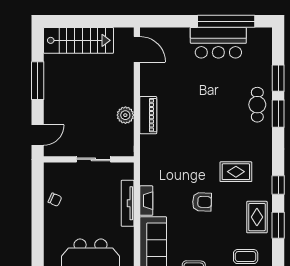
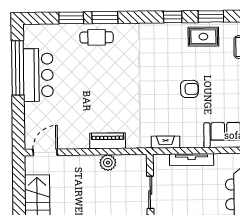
rug: (236, 172) -> (160, 57), removed
fireplace: (146, 201) -> (166, 142), moved
armchair: (202, 202) -> (189, 89), turned 88

